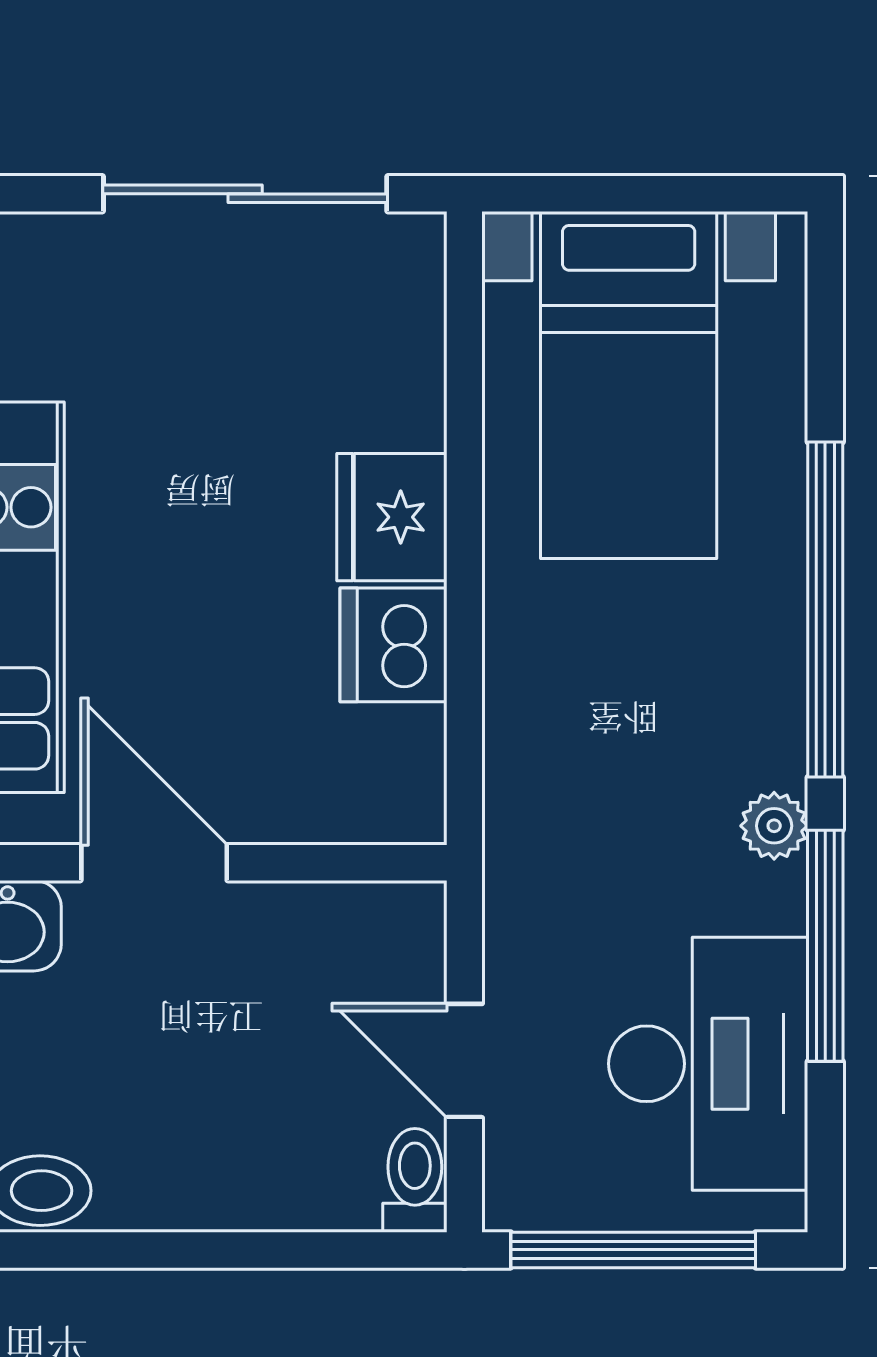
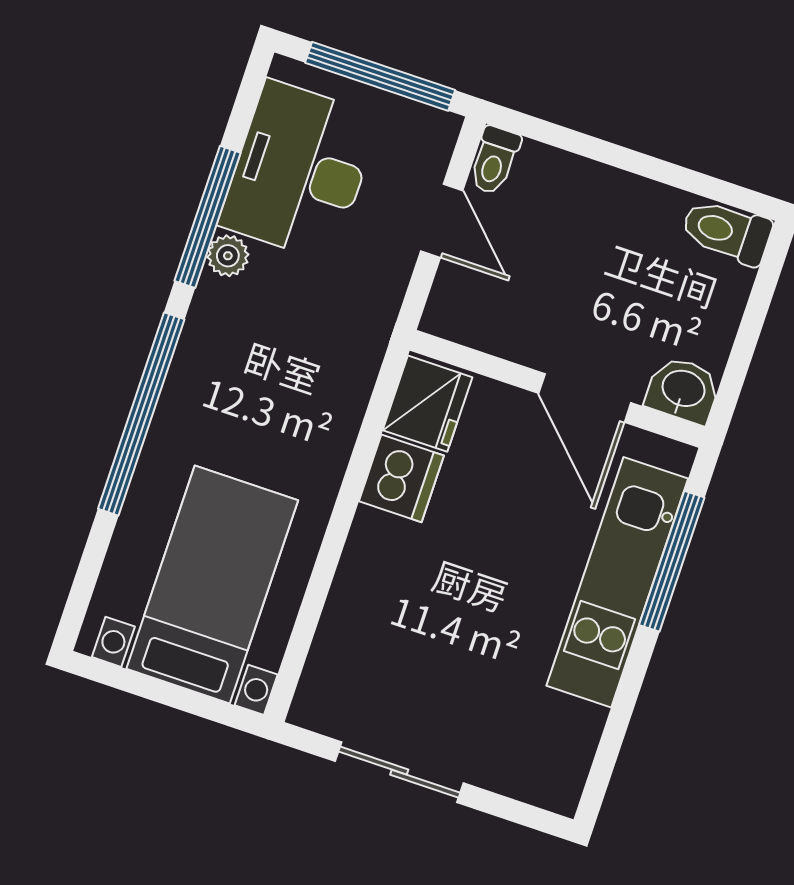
sliding door: (245, 194) -> (399, 772), width x0.73
fridge: (392, 517) -> (428, 404), moved
plant: (774, 826) -> (228, 256), moved

